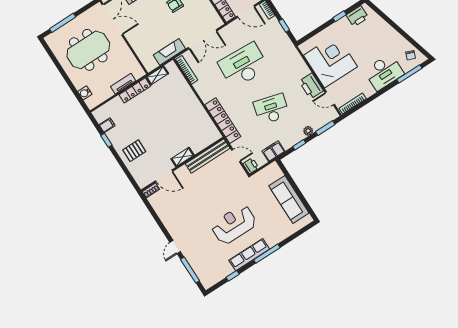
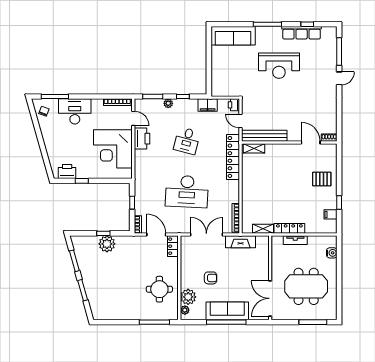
desk: (271, 109) -> (187, 141), width x0.73
shelving: (183, 157) -> (254, 148), moved
sofa: (289, 199) -> (233, 36), moved, turned 90
row of seats: (249, 255) -> (302, 33), moved

